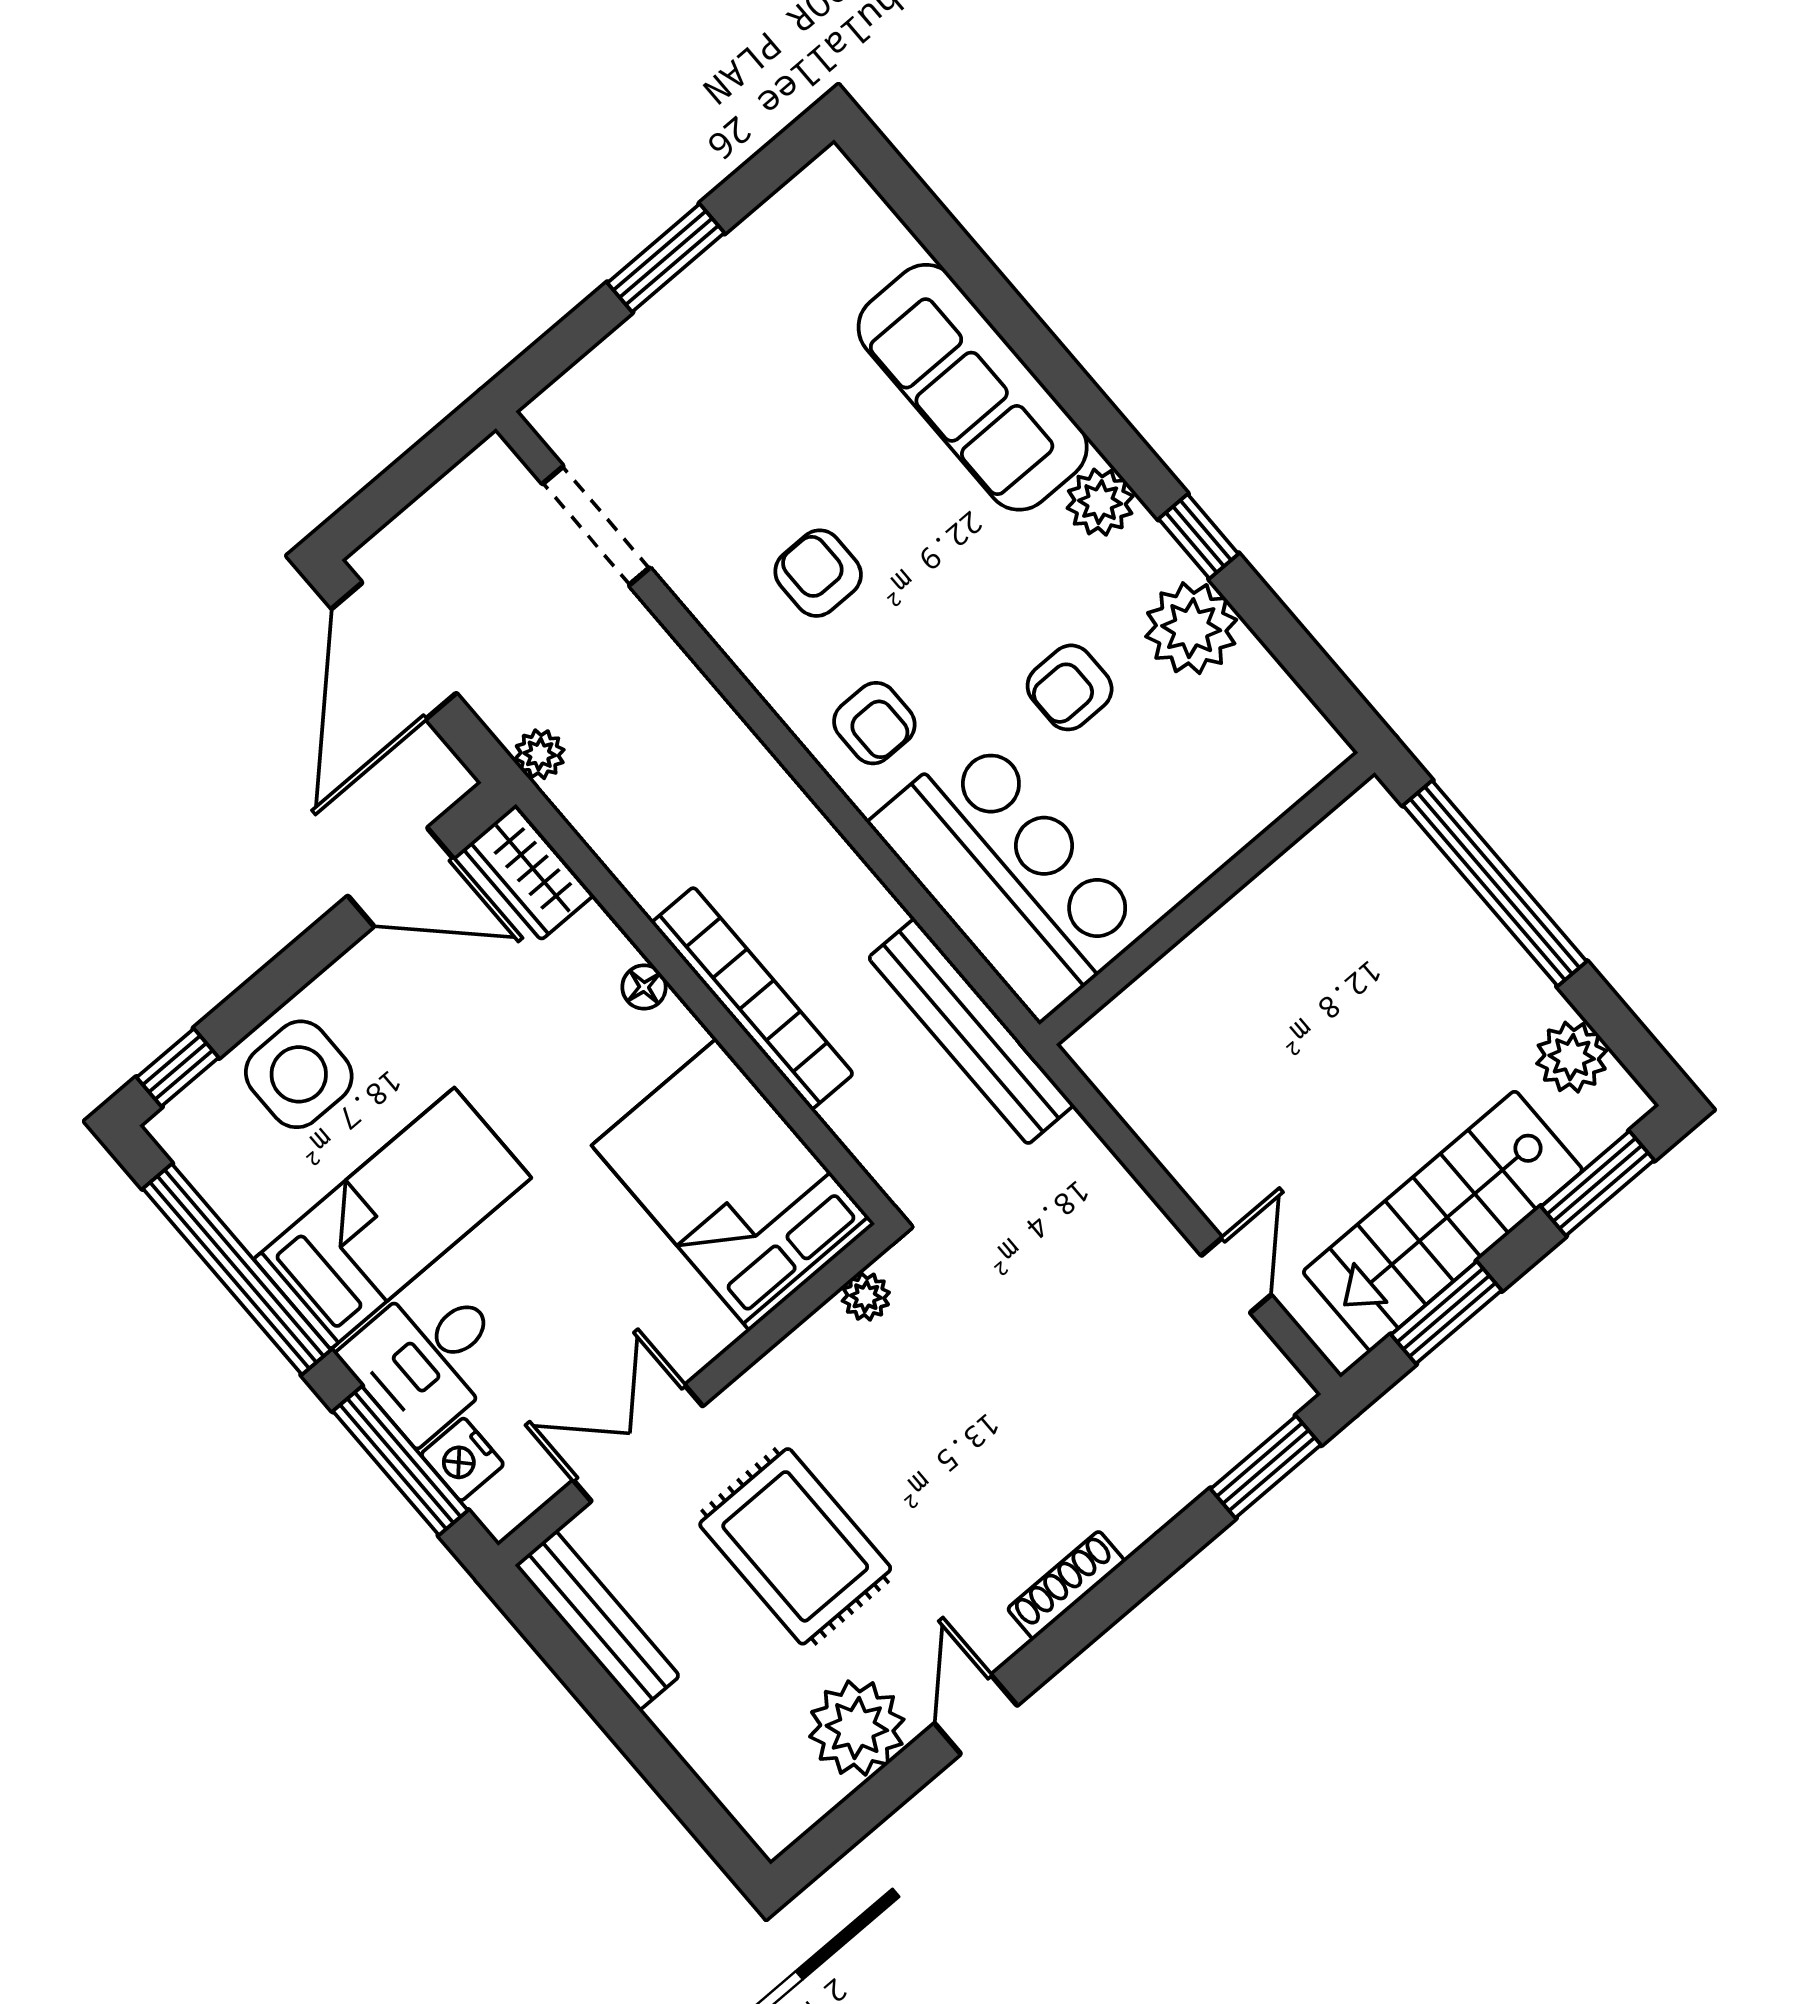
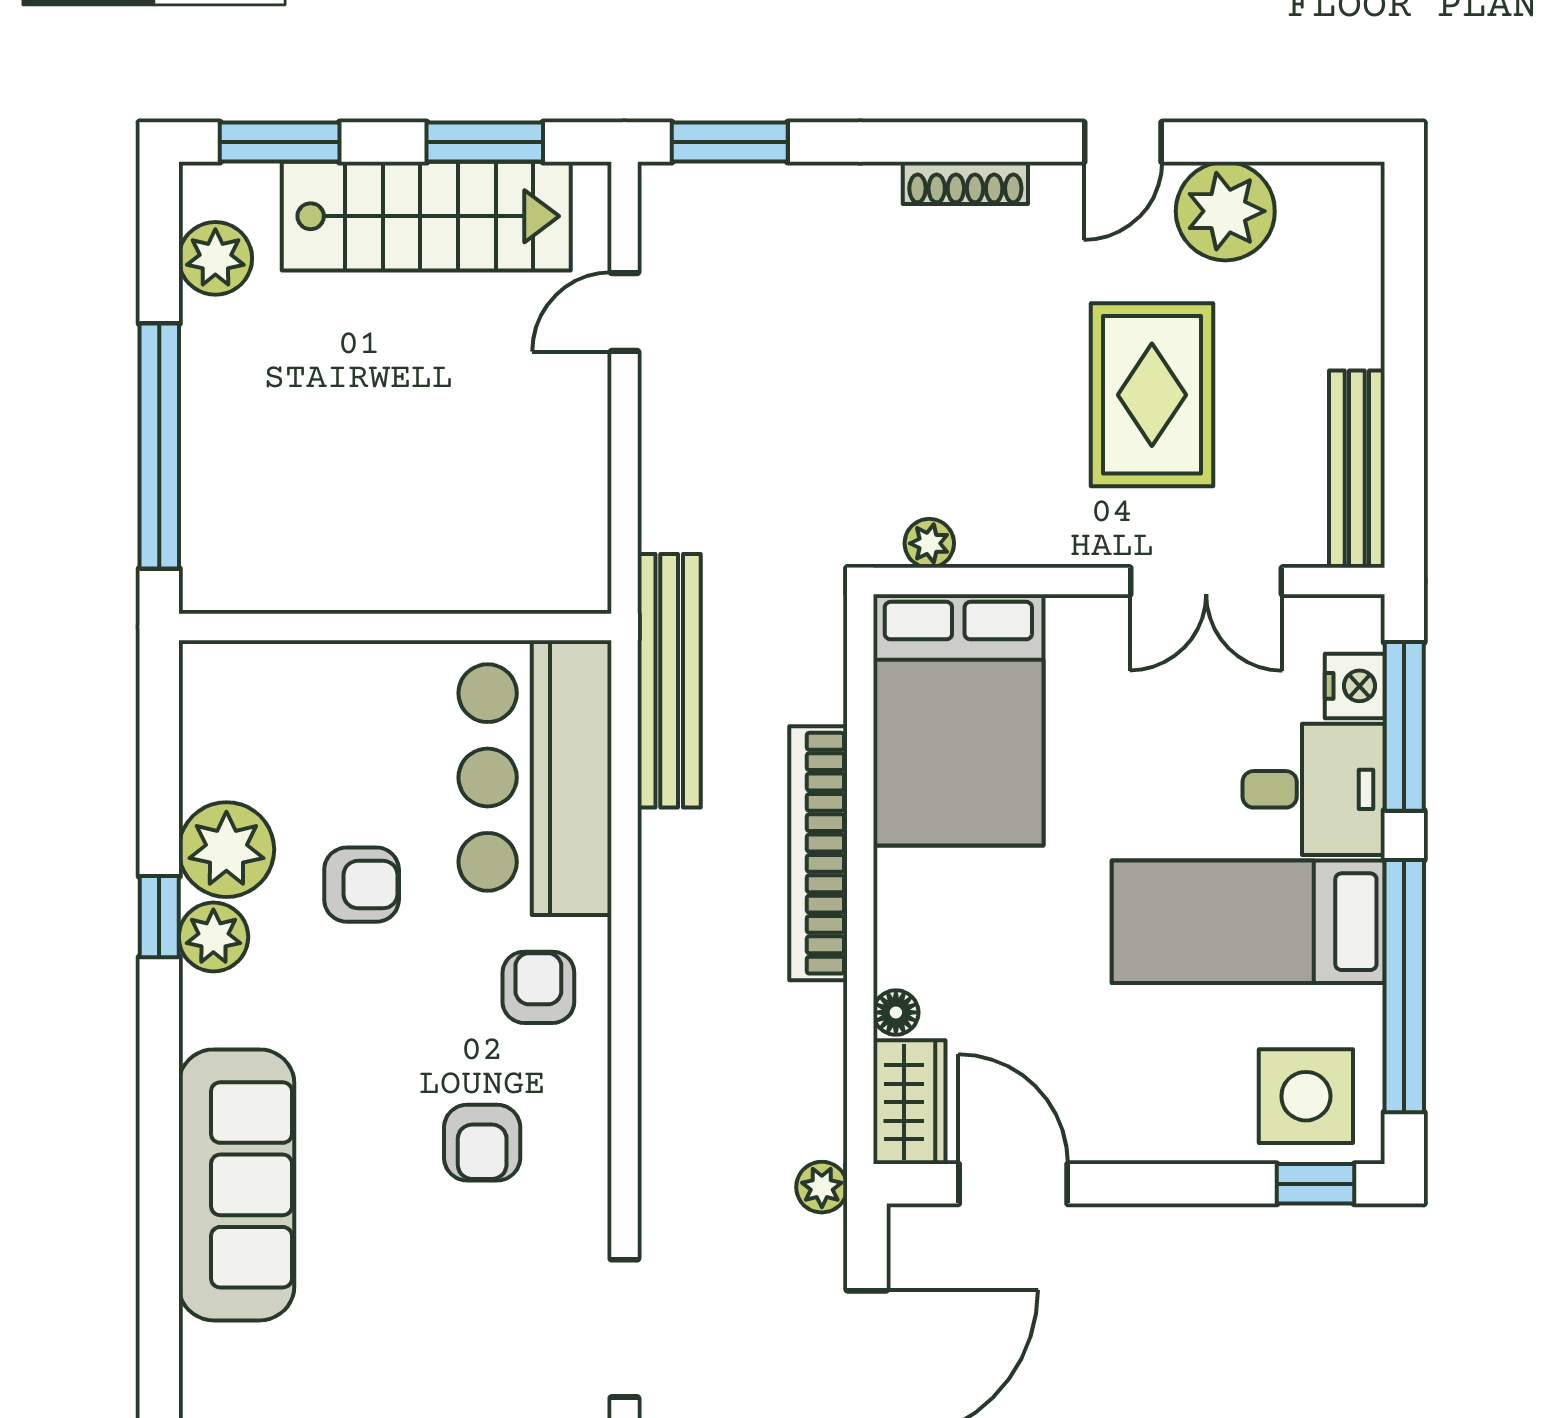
plant: (1100, 502) -> (213, 937), moved
floor lamp: (644, 987) -> (896, 1012), moved
side table: (299, 1074) -> (1306, 1096), moved

